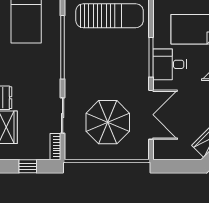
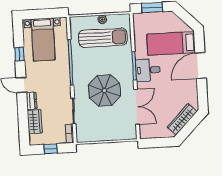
parasol: (108, 122) -> (104, 90), moved

